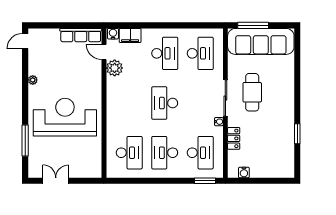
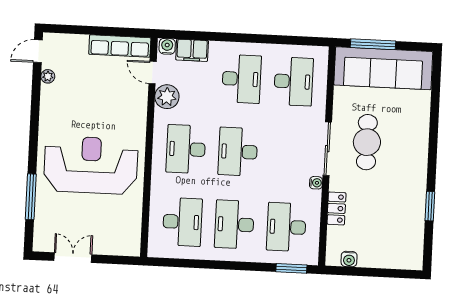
plant: (33, 80) -> (48, 76), moved
desk: (129, 103) -> (186, 149), added
desk: (200, 153) -> (286, 227), turned 180

